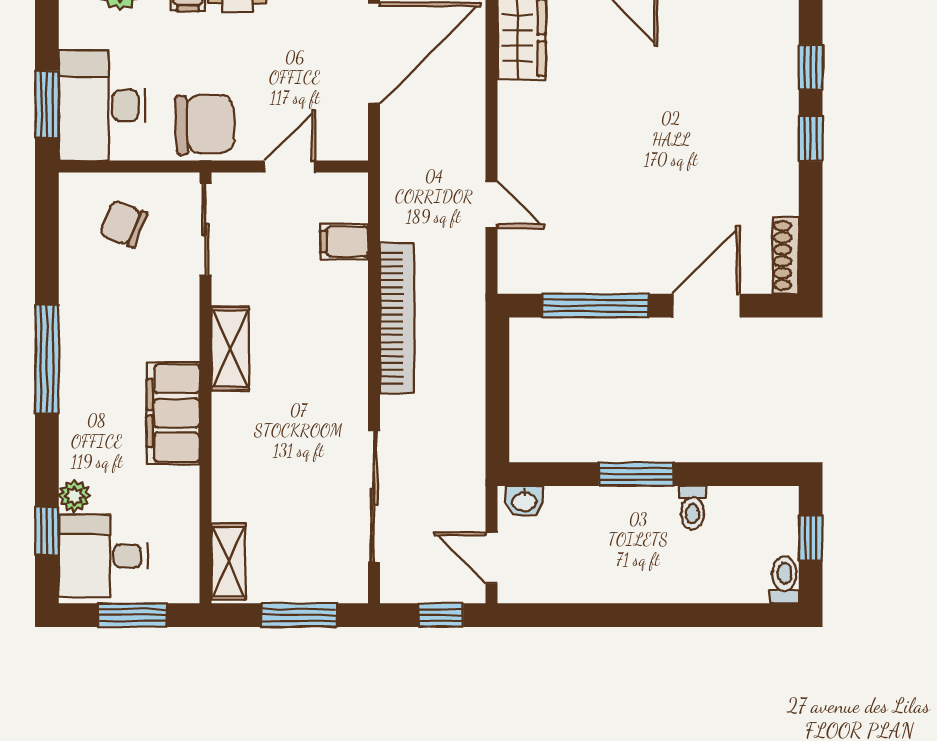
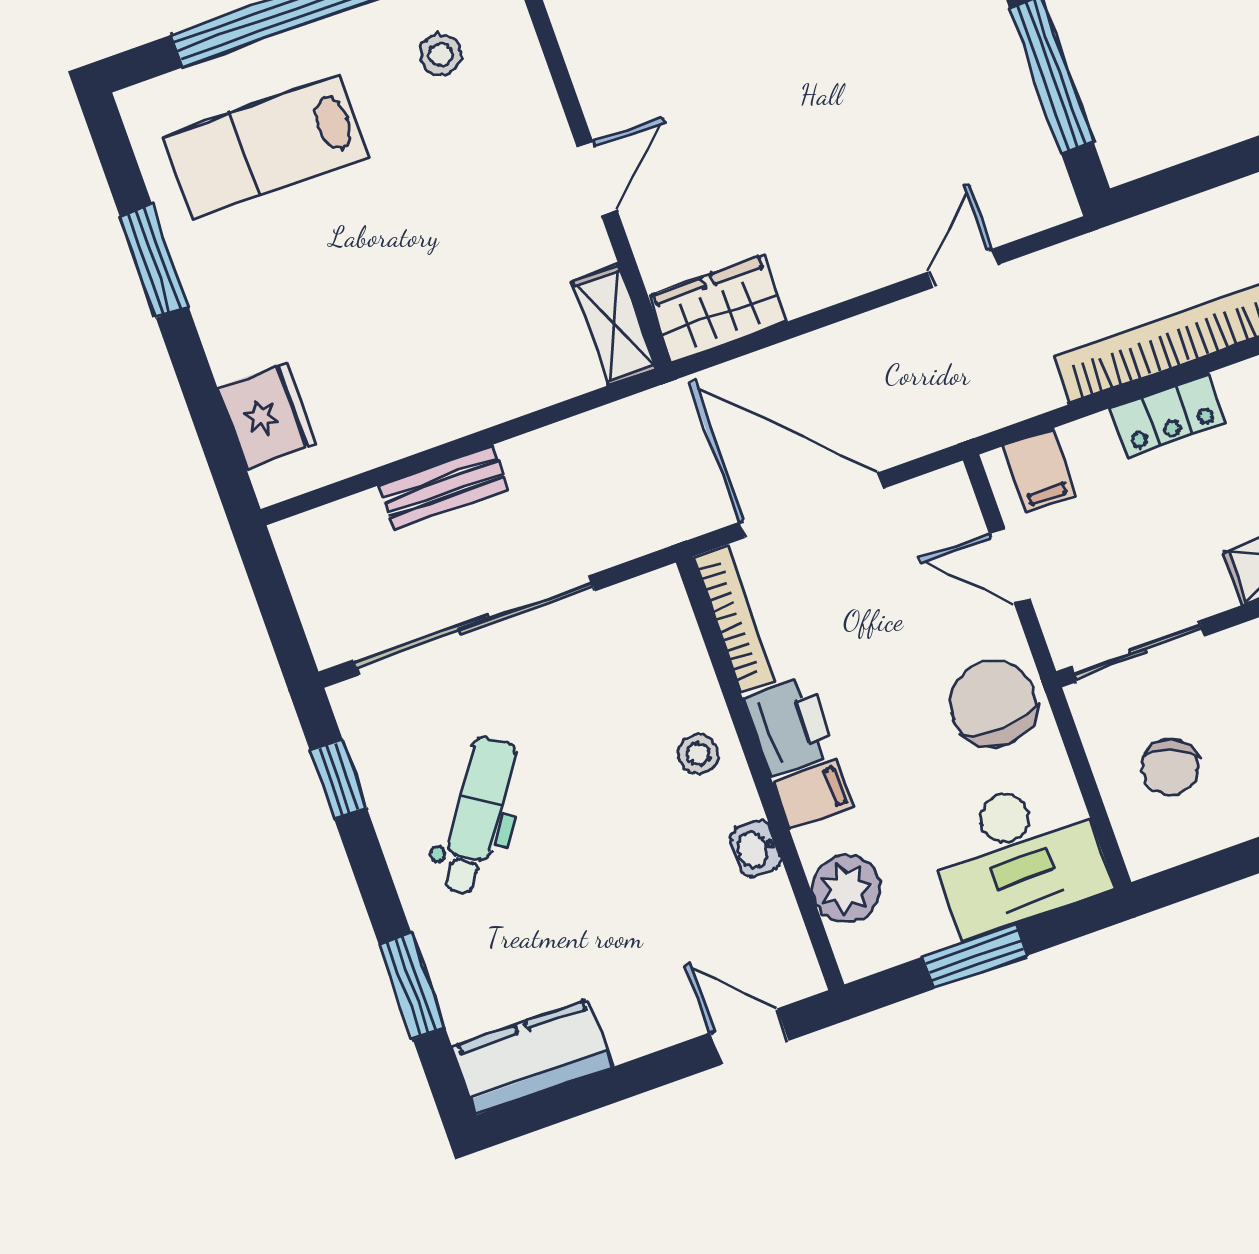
window: (47, 104) -> (975, 956), moved
filing cabinet: (344, 241) -> (1039, 471), moved
locker: (350, 303) -> (1168, 416), added

